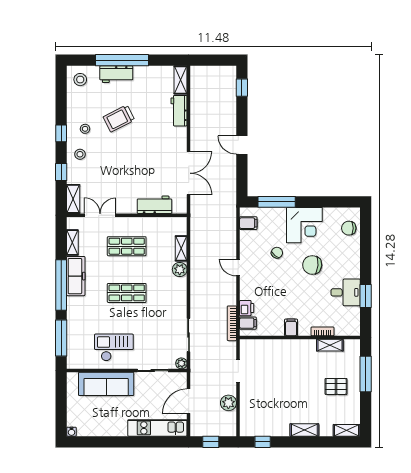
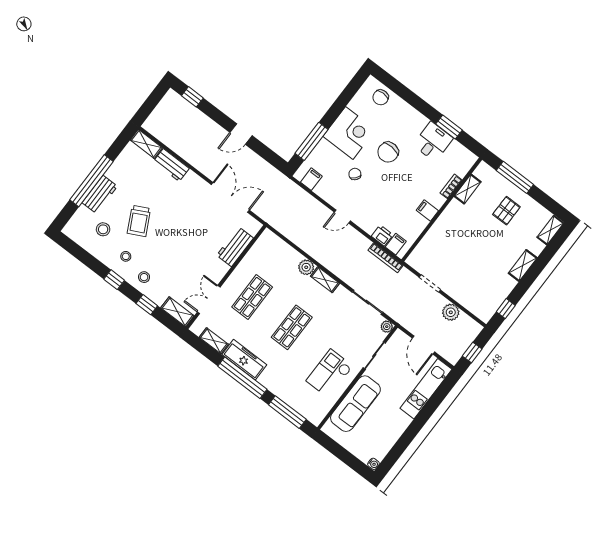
stool: (80, 80) -> (103, 229), moved
shelving: (181, 248) -> (325, 280), moved

